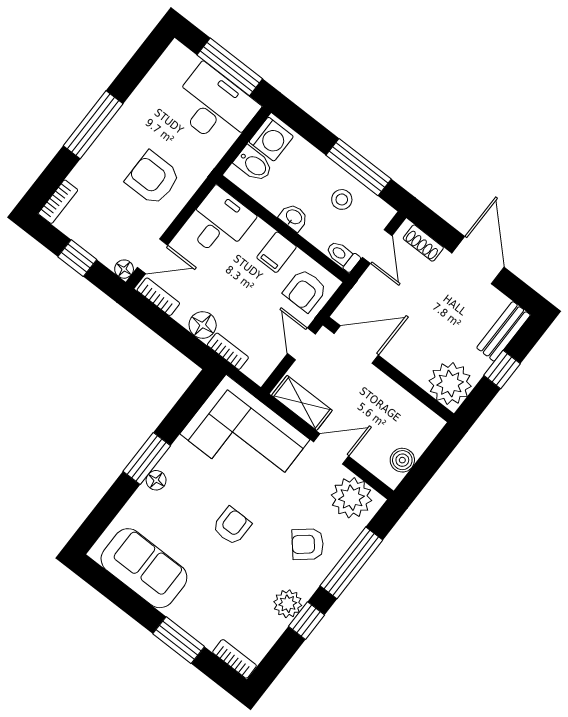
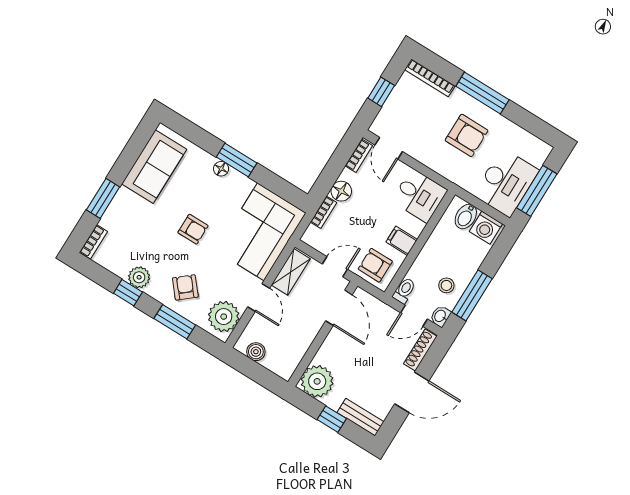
armchair: (153, 178) -> (467, 135), moved, turned 90
bookcase: (58, 202) -> (430, 78), width x1.56
washbasin: (294, 217) -> (440, 316), moved, turned 180
shoe rack: (423, 243) -> (420, 350), width x1.43
floor lamp: (124, 269) -> (377, 128), removed
window: (351, 563) -> (175, 322), width x0.69

